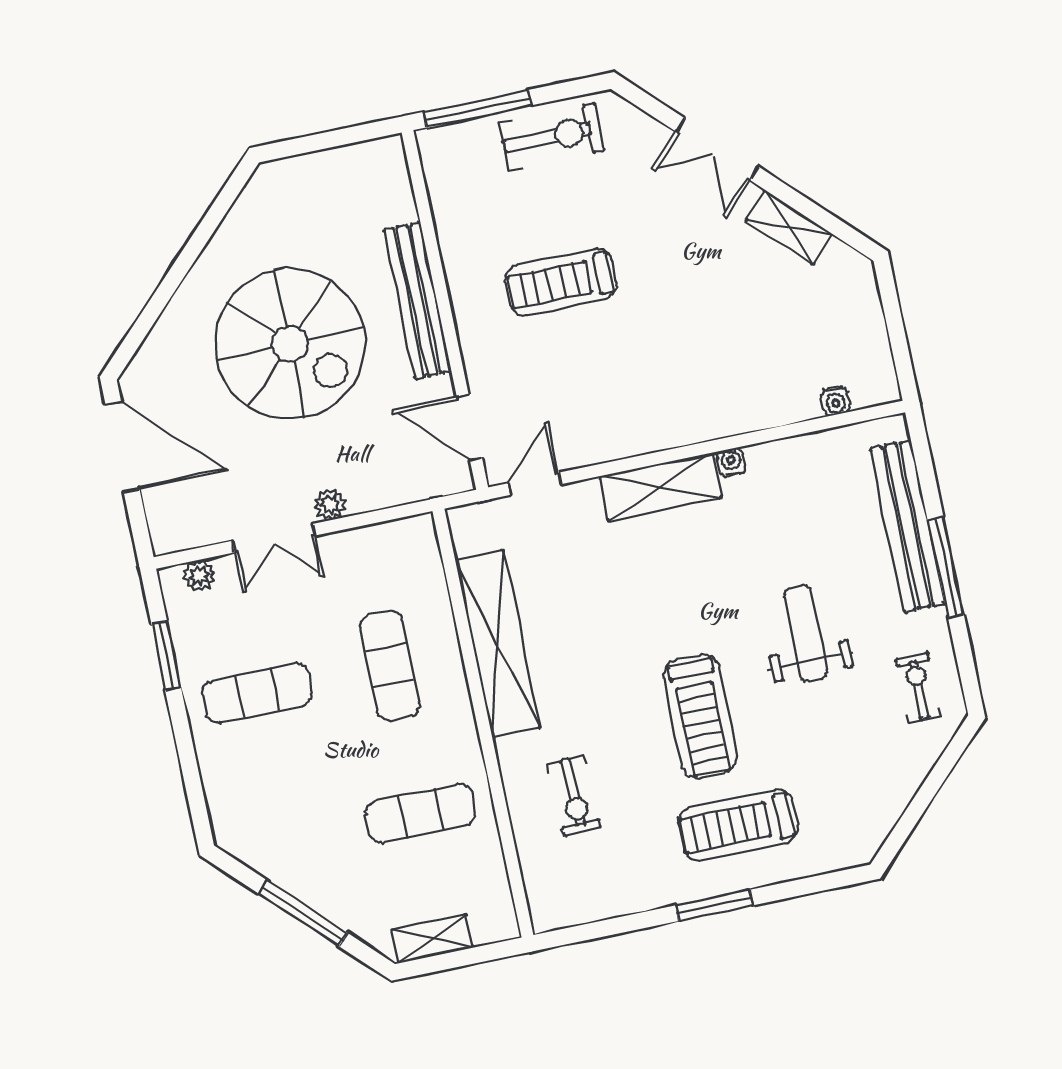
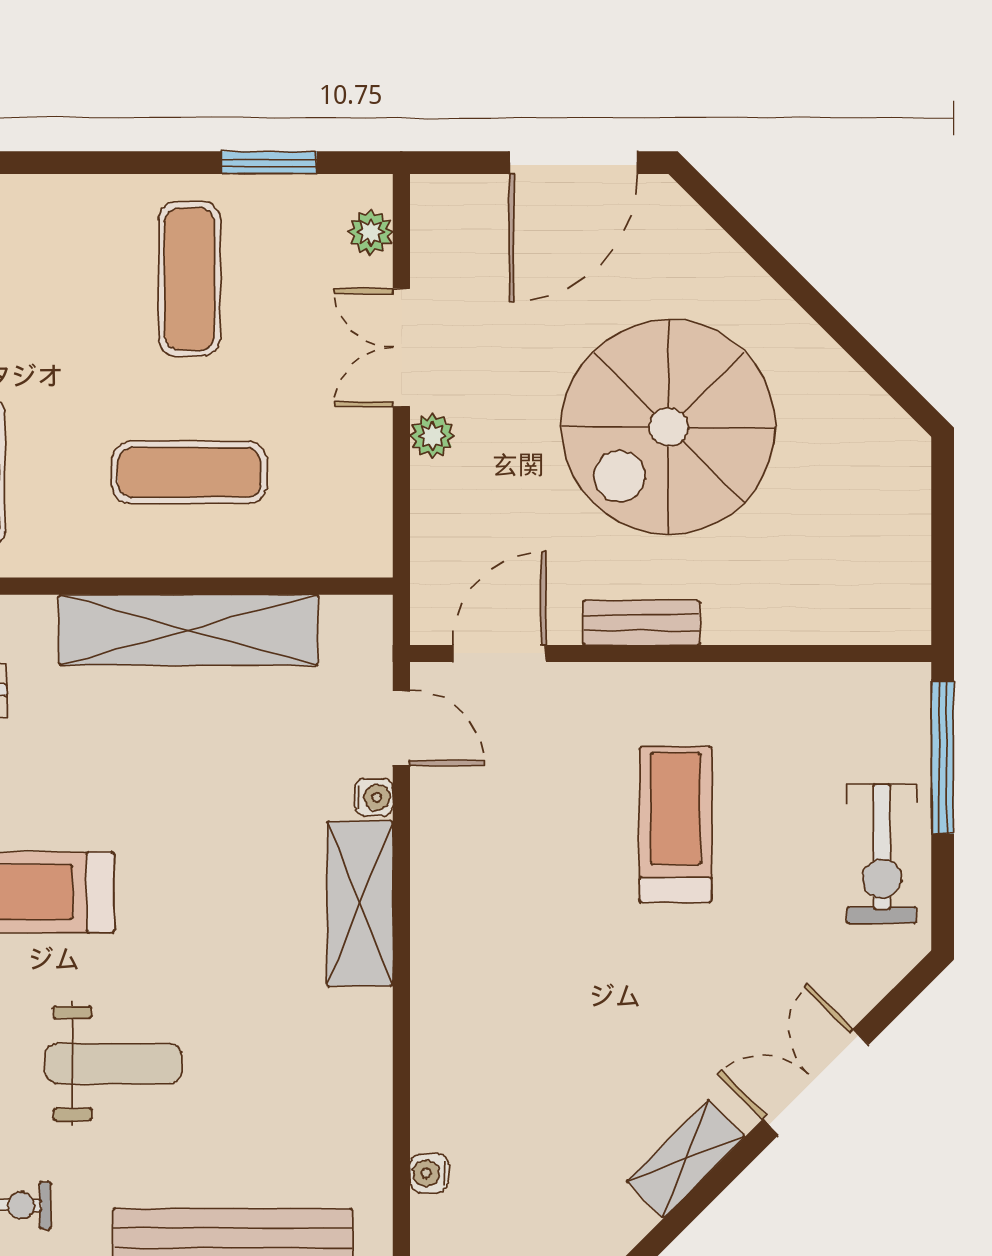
bench: (417, 300) -> (641, 623), width x0.54, depth x0.82
water cooler: (731, 462) -> (374, 797), moved

